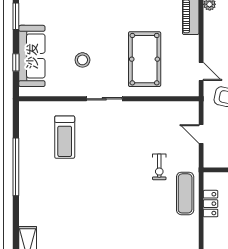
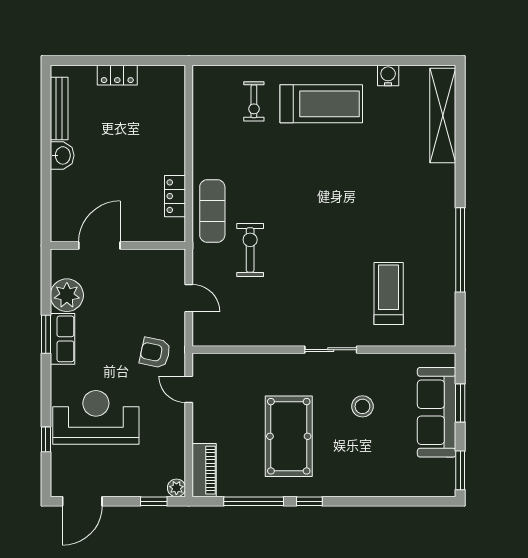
pool table: (145, 59) -> (289, 436), moved
window: (16, 62) -> (460, 403), width x1.50
exercise bike: (159, 167) -> (250, 250), width x1.38, depth x1.39

